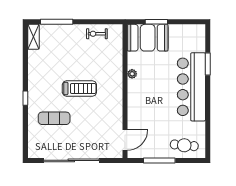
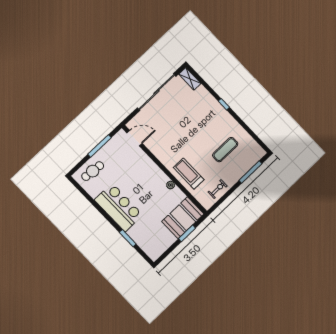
shelving: (33, 37) -> (190, 79), moved
bar counter: (191, 87) -> (119, 207), width x0.73
treadmill: (79, 88) -> (189, 174), moved, turned 90
exercise mat: (54, 118) -> (225, 150), moved
door: (125, 140) -> (134, 138), swing flipped

